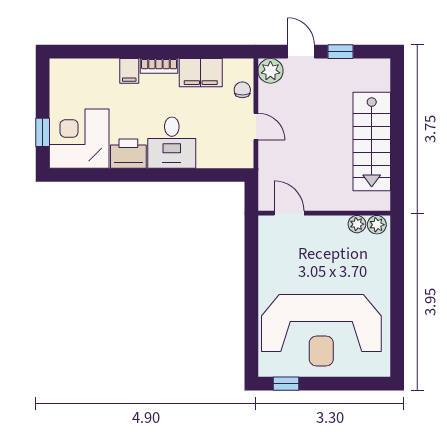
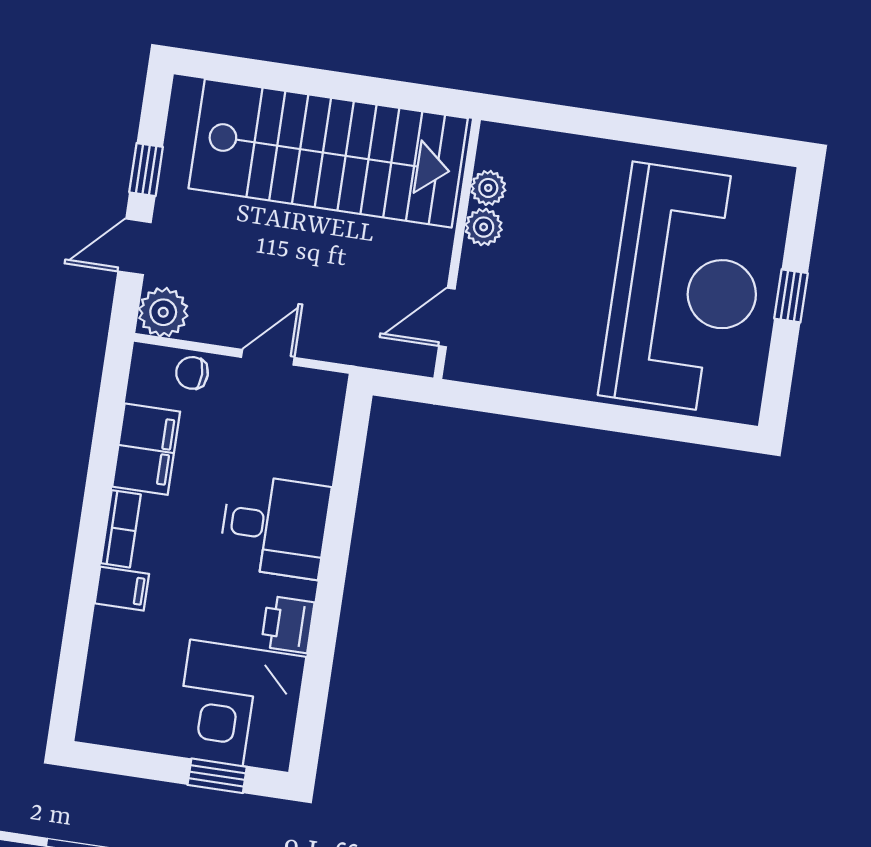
stairs: (372, 141) -> (328, 153), width x1.36, depth x1.51
printer: (128, 154) -> (288, 624), width x0.73, depth x0.81
plant: (377, 225) -> (484, 227), moved
window: (286, 384) -> (791, 296), moved

